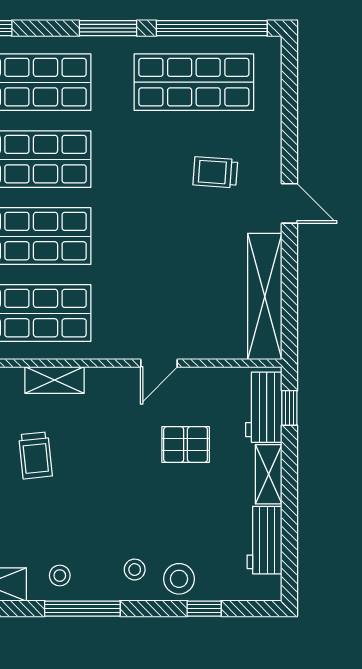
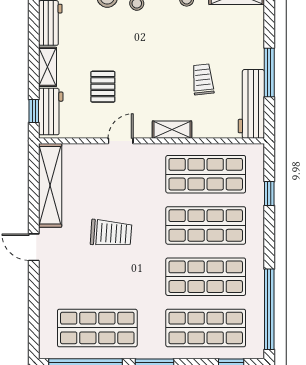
trolley: (215, 172) -> (111, 233), moved, width x1.36, depth x1.39
shelving: (55, 380) -> (172, 130), moved
pallet: (186, 445) -> (103, 87), turned 90

